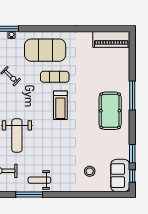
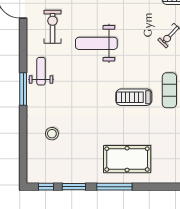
window: (132, 95) -> (114, 187), moved
sofa: (120, 176) -> (47, 172), removed
window: (29, 194) -> (23, 89), moved

